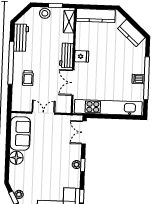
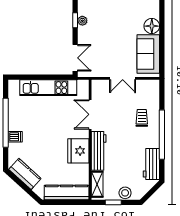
workbench: (66, 55) -> (99, 151), width x1.38
fridge: (82, 56) -> (78, 151), width x1.88, depth x1.34
dishwasher: (138, 79) -> (15, 137), moved
double door: (73, 83) -> (90, 114), swing flipped
kitchen unit: (108, 107) -> (48, 88), width x0.73

